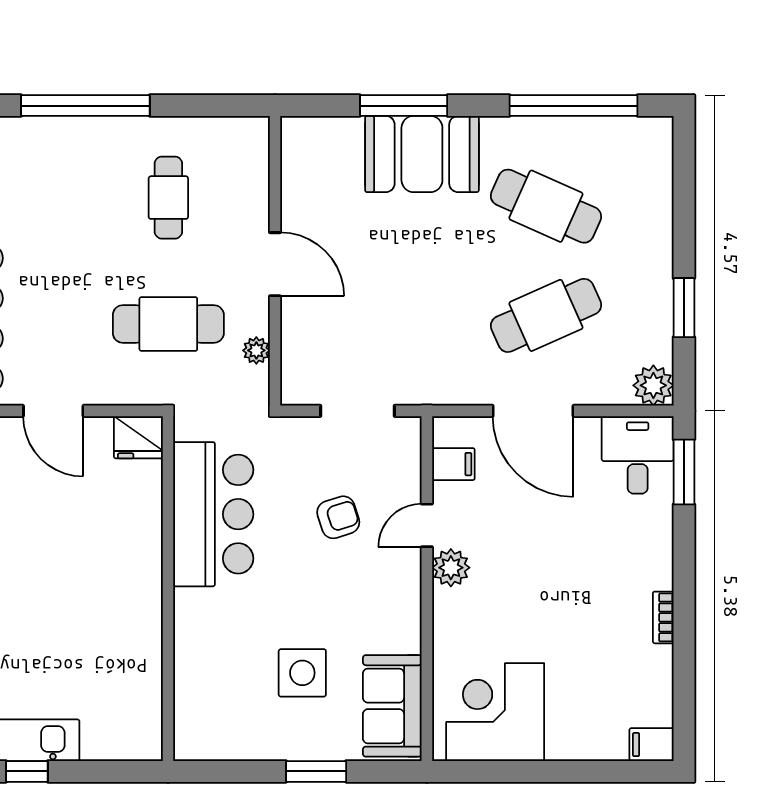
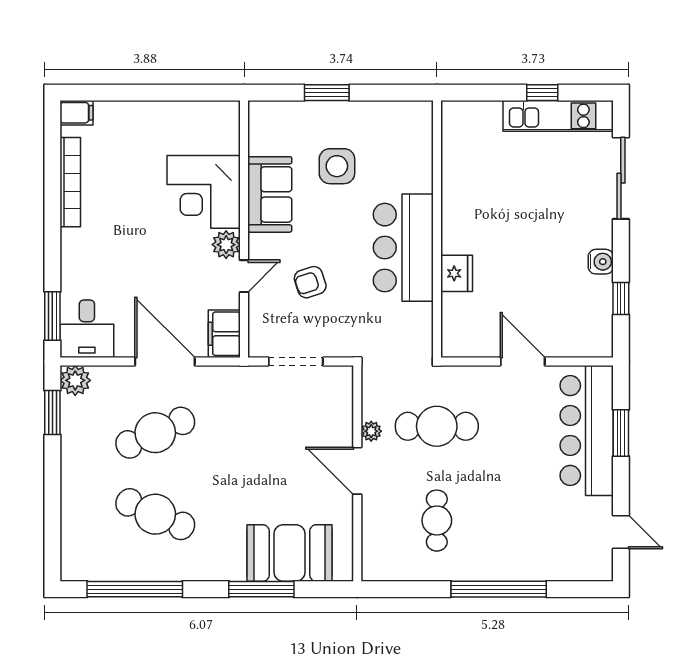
booth: (422, 154) -> (290, 553), moved
window: (684, 308) -> (52, 412), moved
plant: (256, 350) -> (371, 431), moved
fridge: (138, 437) -> (457, 273), moved, turned 90
filing cabinet: (453, 464) -> (224, 334), width x2.00
bar counter: (213, 514) -> (403, 248), moved
bookcase: (663, 617) -> (70, 182), width x2.31, depth x1.31
sofa: (392, 706) -> (270, 194), moved
corner desk: (495, 712) -> (204, 192), moved, turned 90

